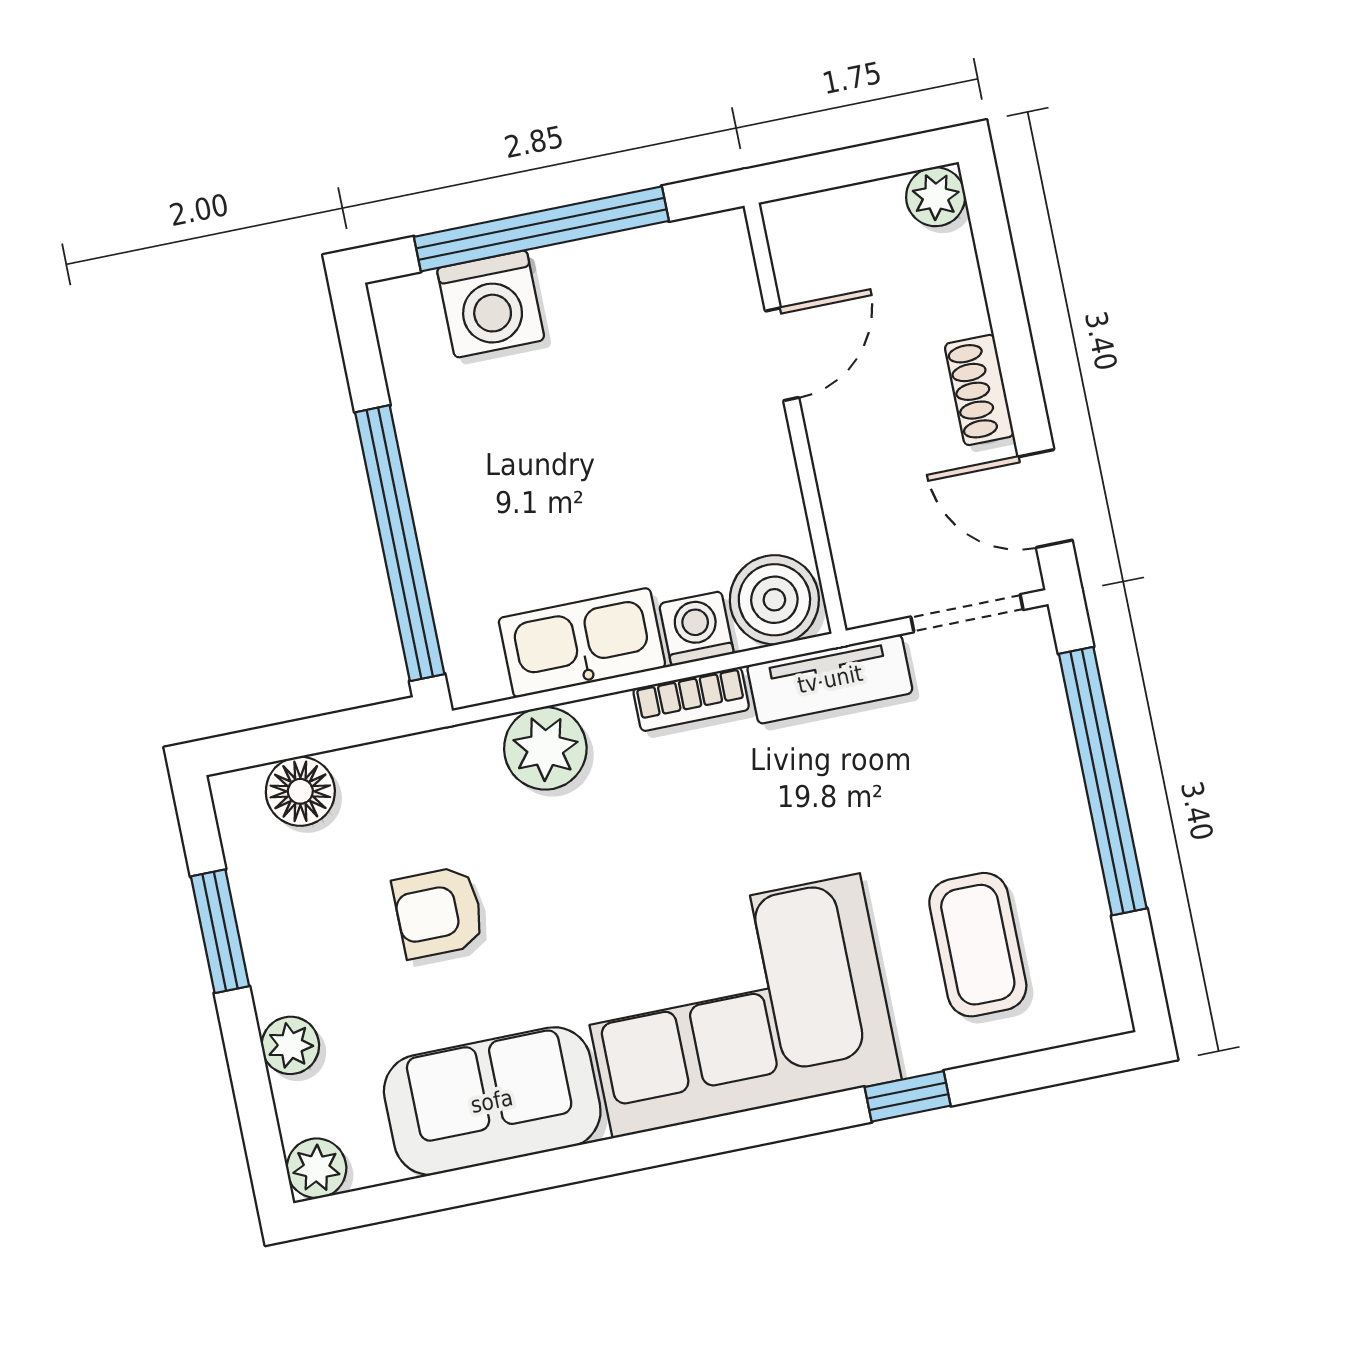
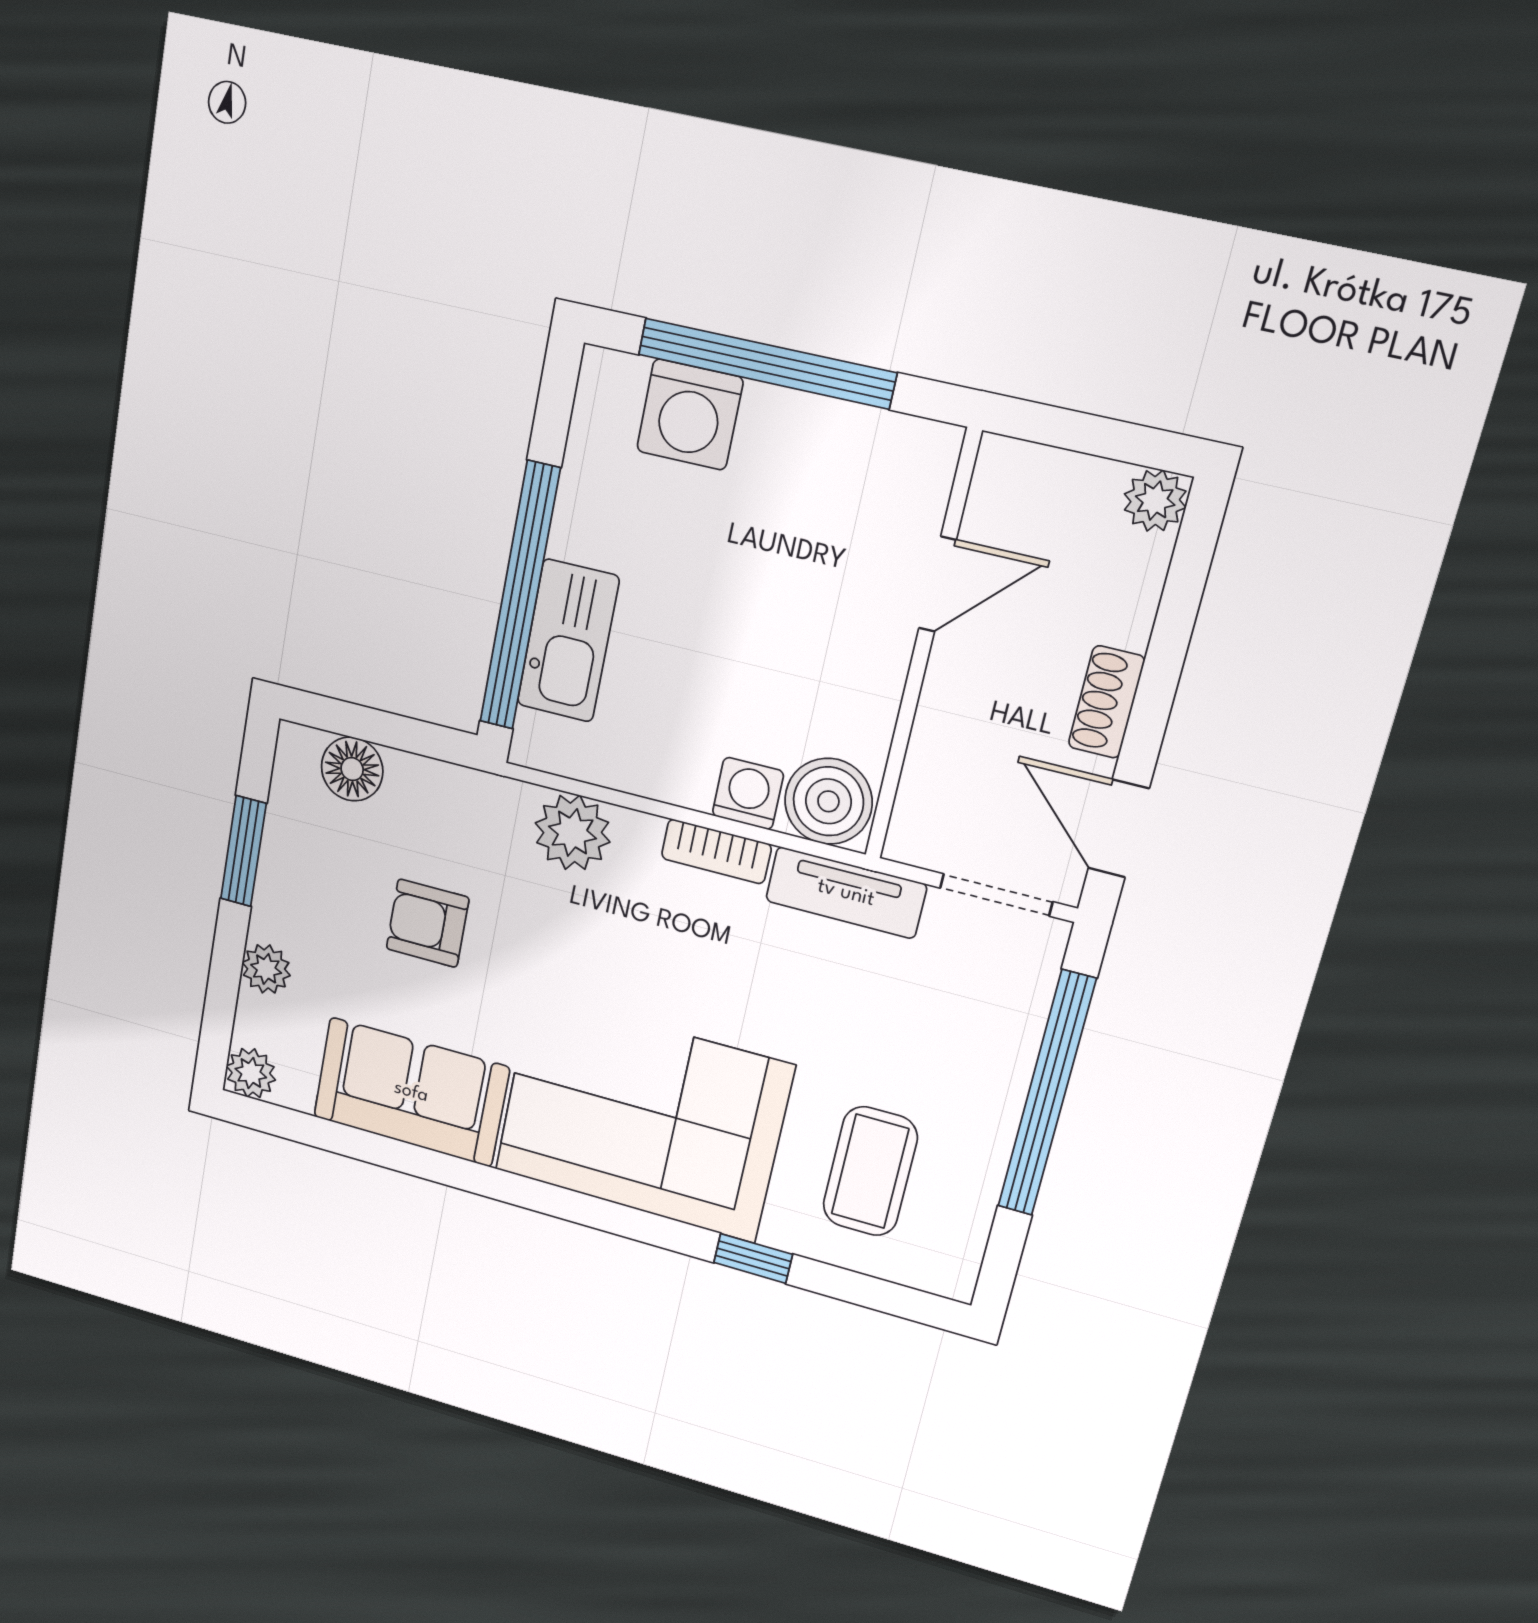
kitchen sink: (582, 643) -> (568, 641), moved, turned 90

